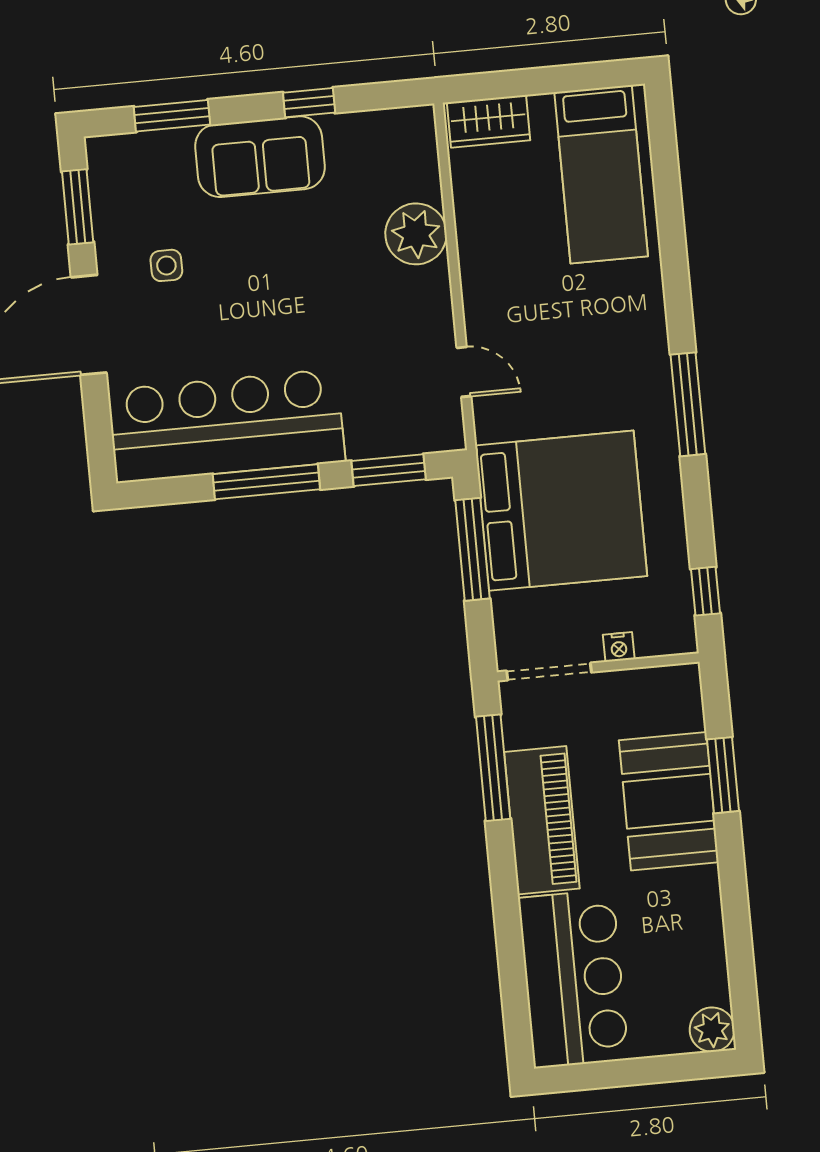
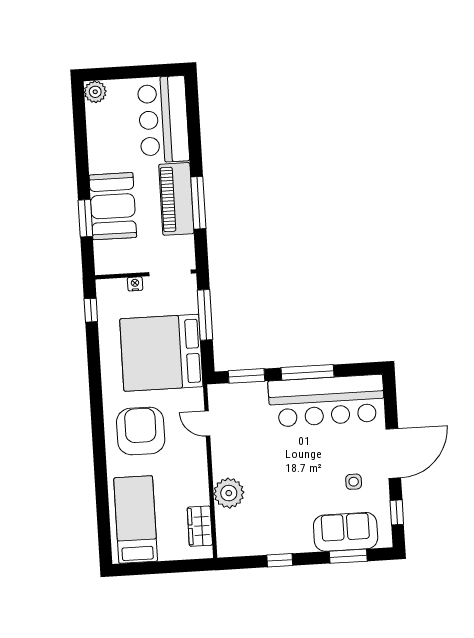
wardrobe: (488, 121) -> (200, 526), moved, turned -90
sofa: (260, 157) -> (346, 532), moved
window: (78, 207) -> (397, 512), width x0.67
armchair: (597, 352) -> (141, 431), added
window: (688, 404) -> (96, 404), removed
window: (472, 549) -> (205, 315), moved
window: (493, 768) -> (198, 203), moved

